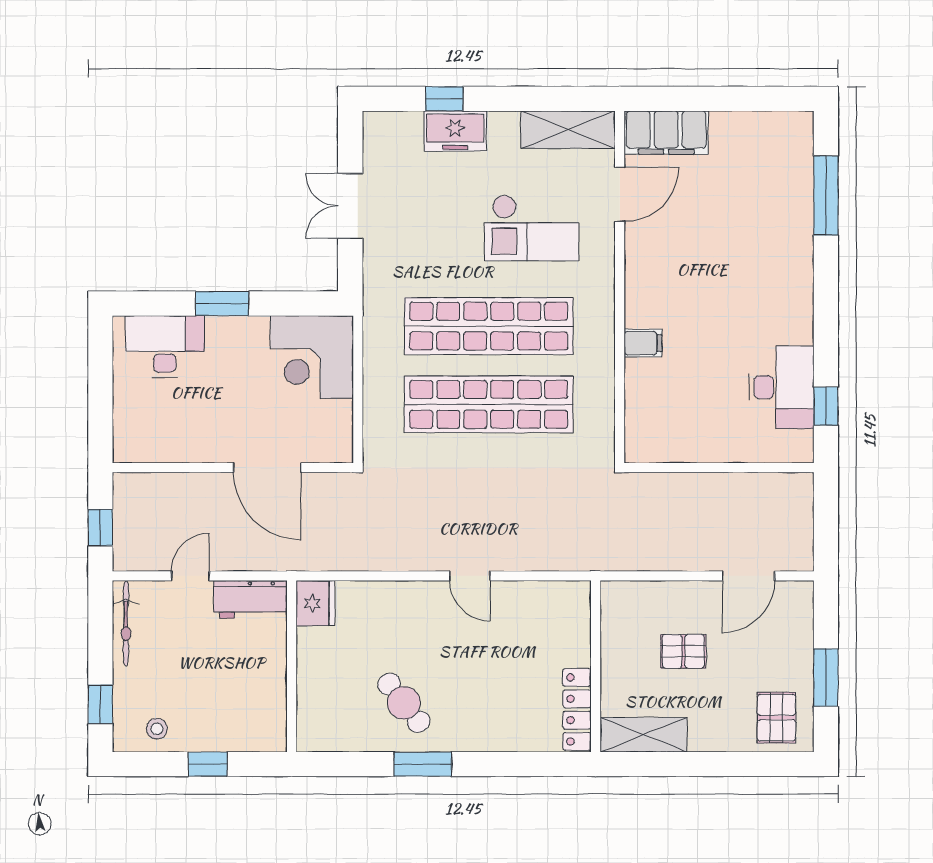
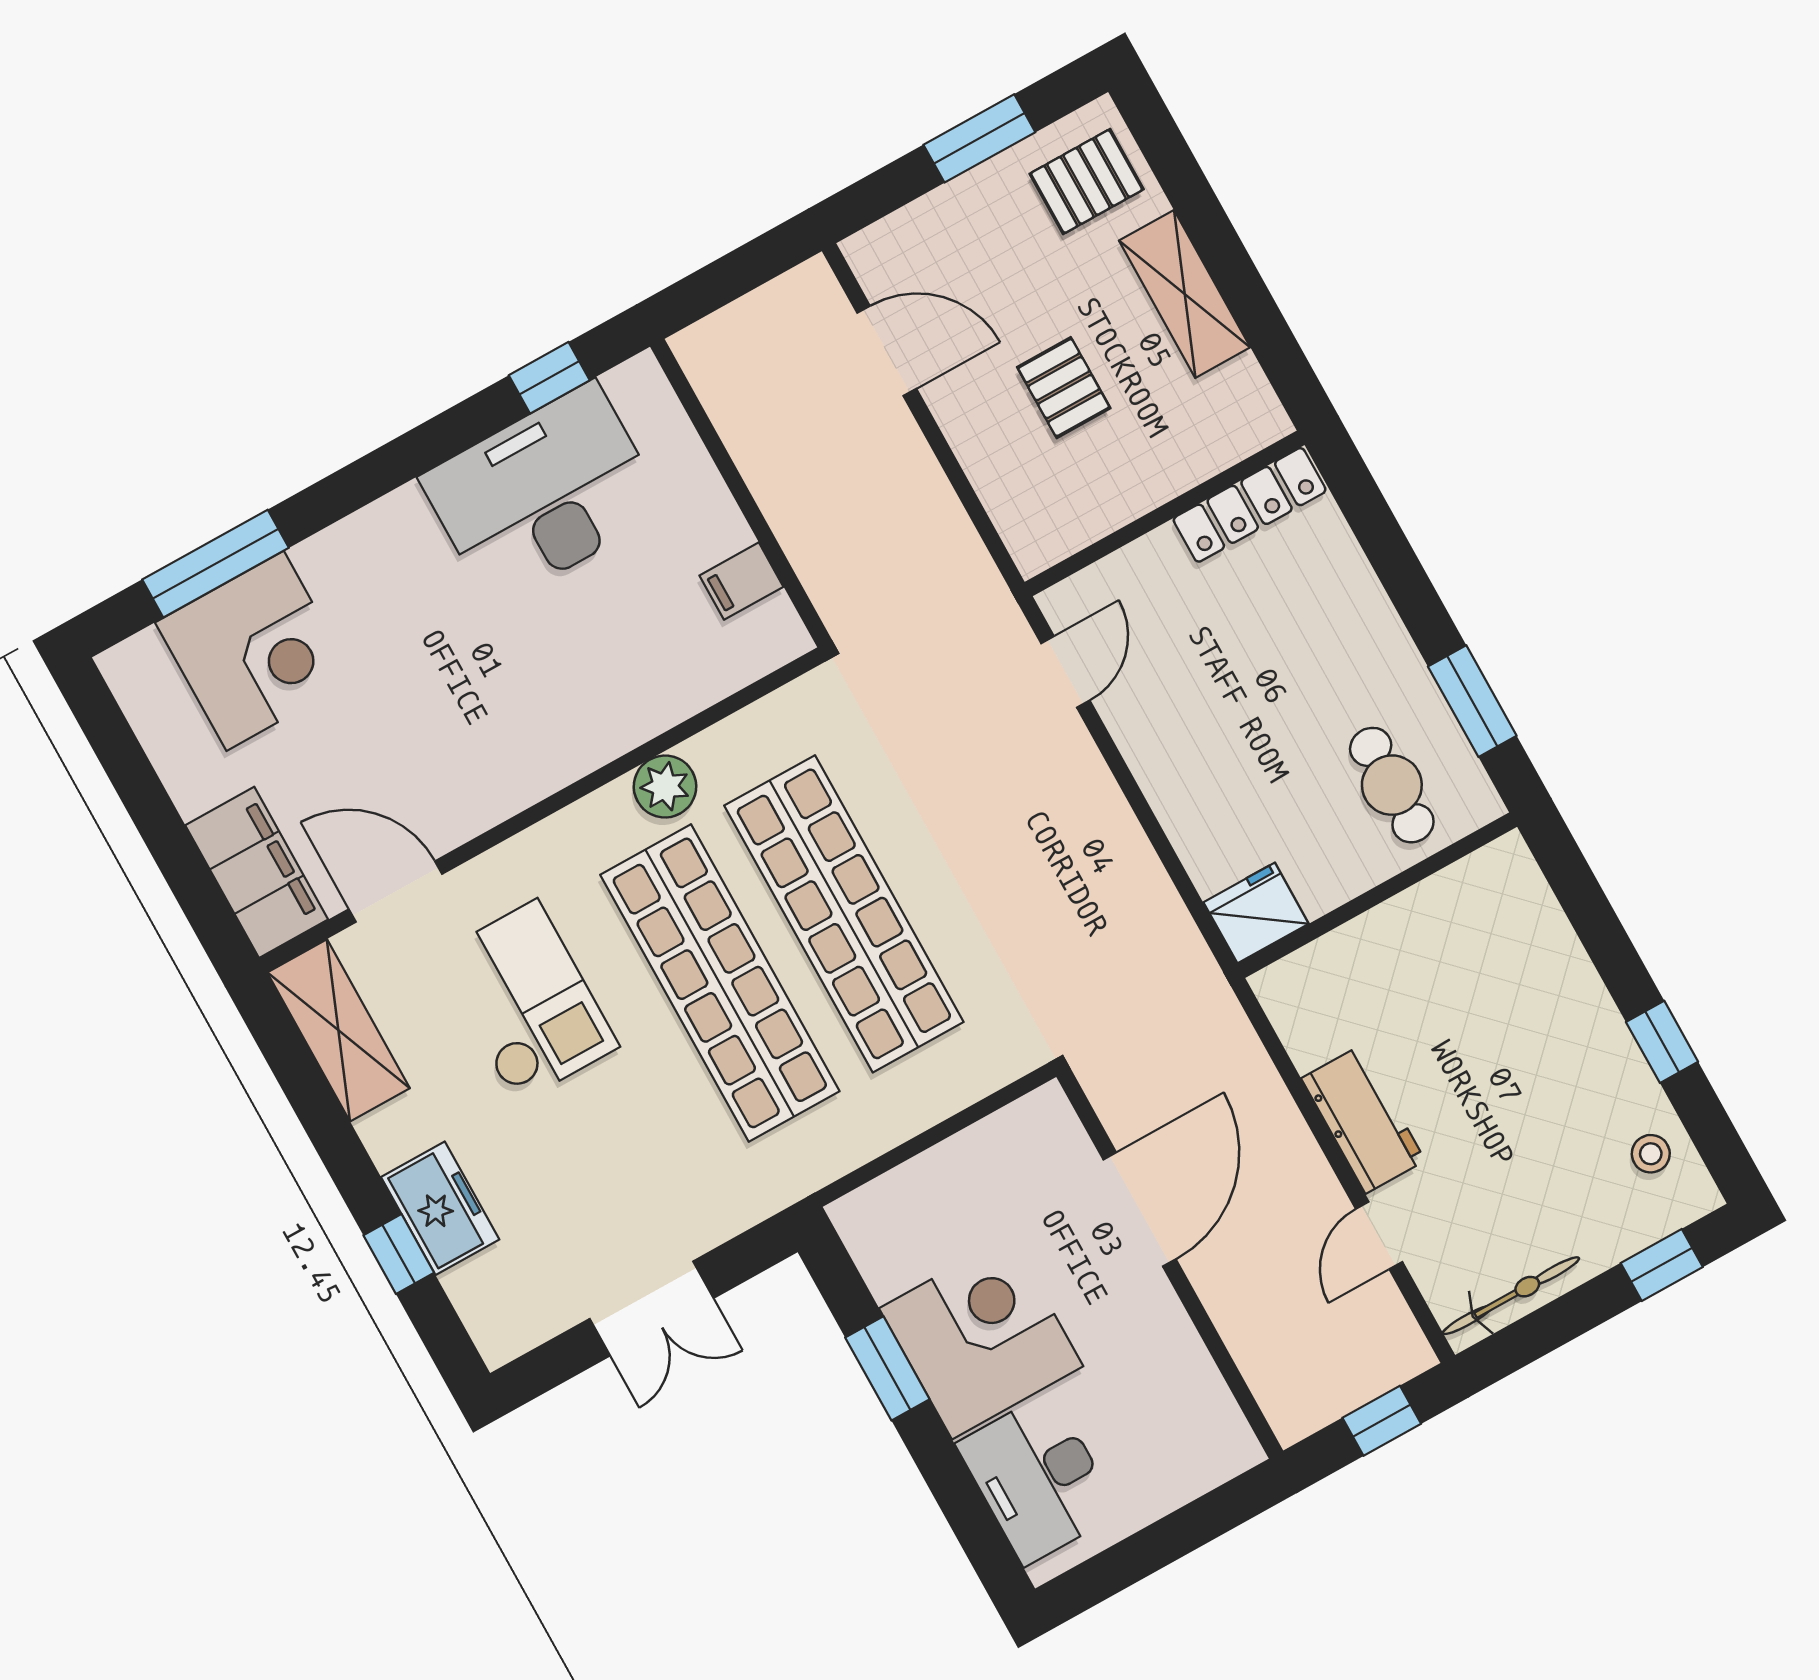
corner desk: (773, 191) -> (255, 651), added
window: (222, 303) -> (887, 1368), moved
filing cabinet: (643, 343) -> (741, 581), moved, turned -90
plant: (598, 352) -> (665, 787), added
corner desk: (312, 357) -> (981, 1337), moved, turned -90
desk: (781, 387) -> (543, 494), width x1.36, depth x1.30
door: (190, 576) -> (1379, 1235), hinge flipped
door: (470, 576) -> (1065, 672), moved
fridge: (315, 603) -> (1256, 913), moved
wall: (292, 666) -> (1377, 895), moved
cafe table: (404, 703) -> (1392, 785), turned -52
shelving: (644, 735) -> (1185, 294), moved

